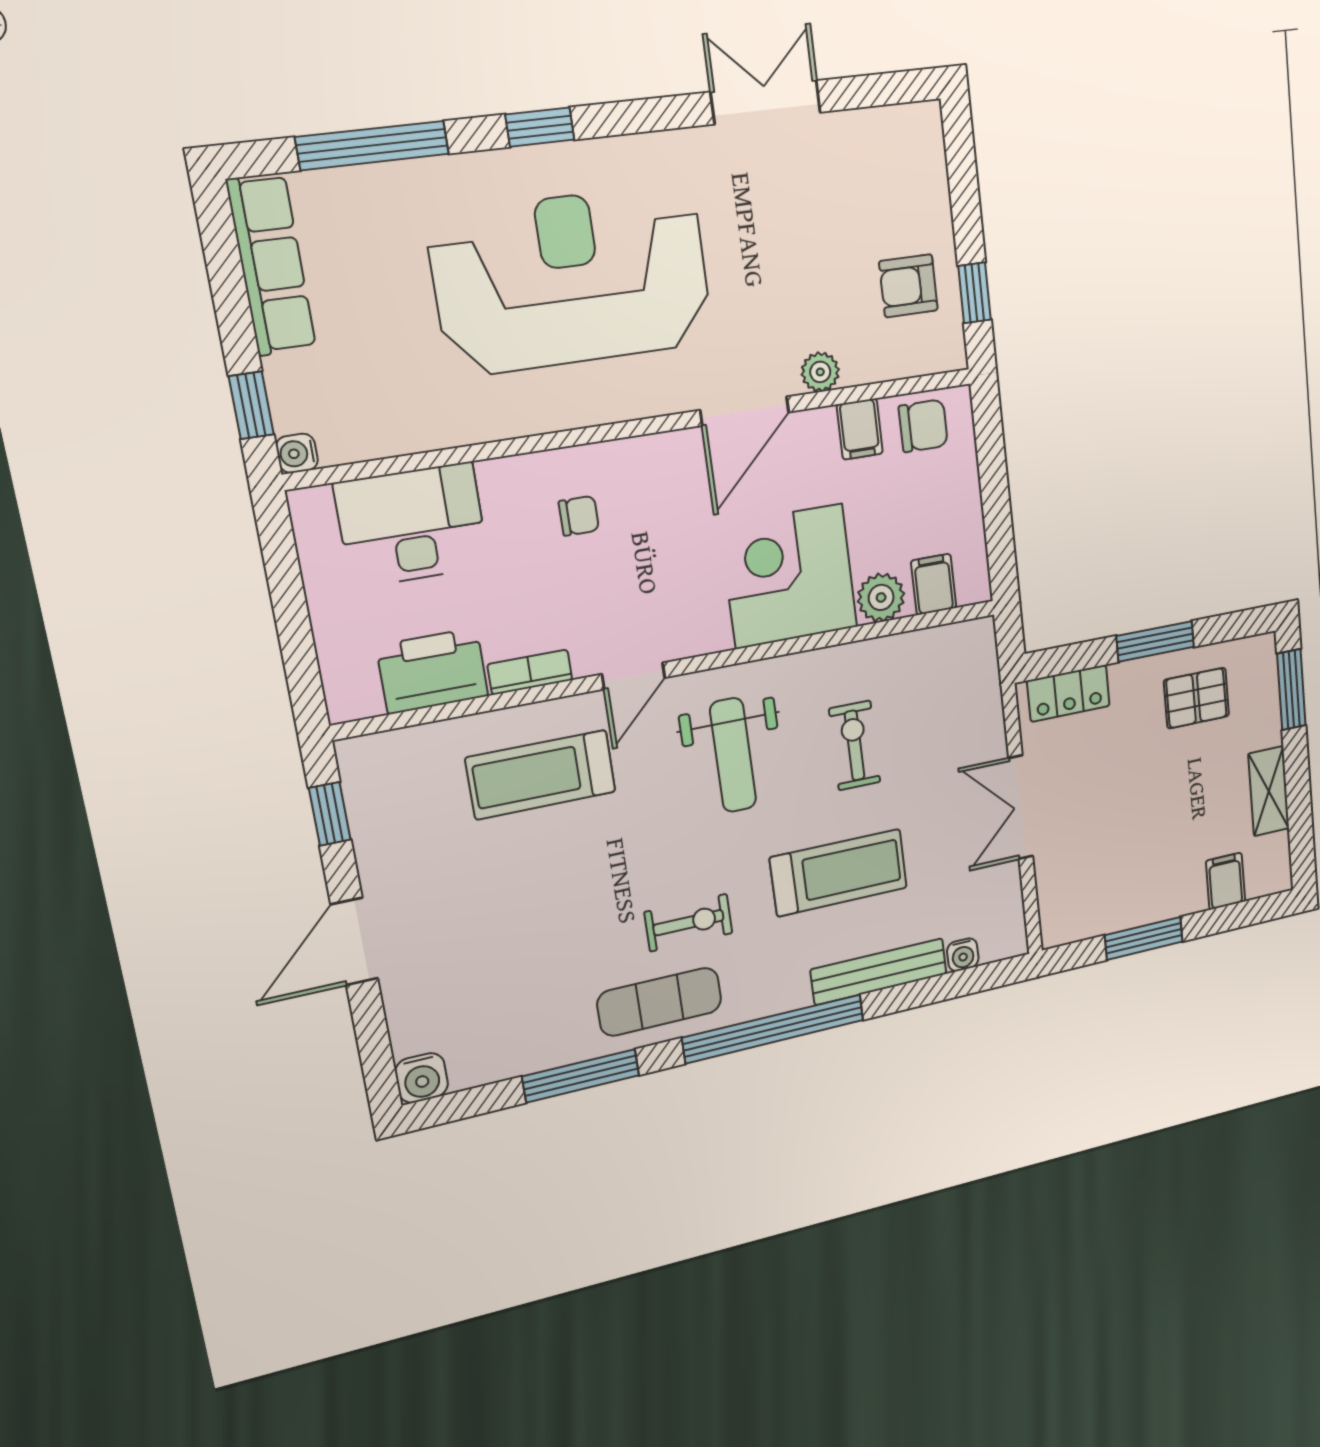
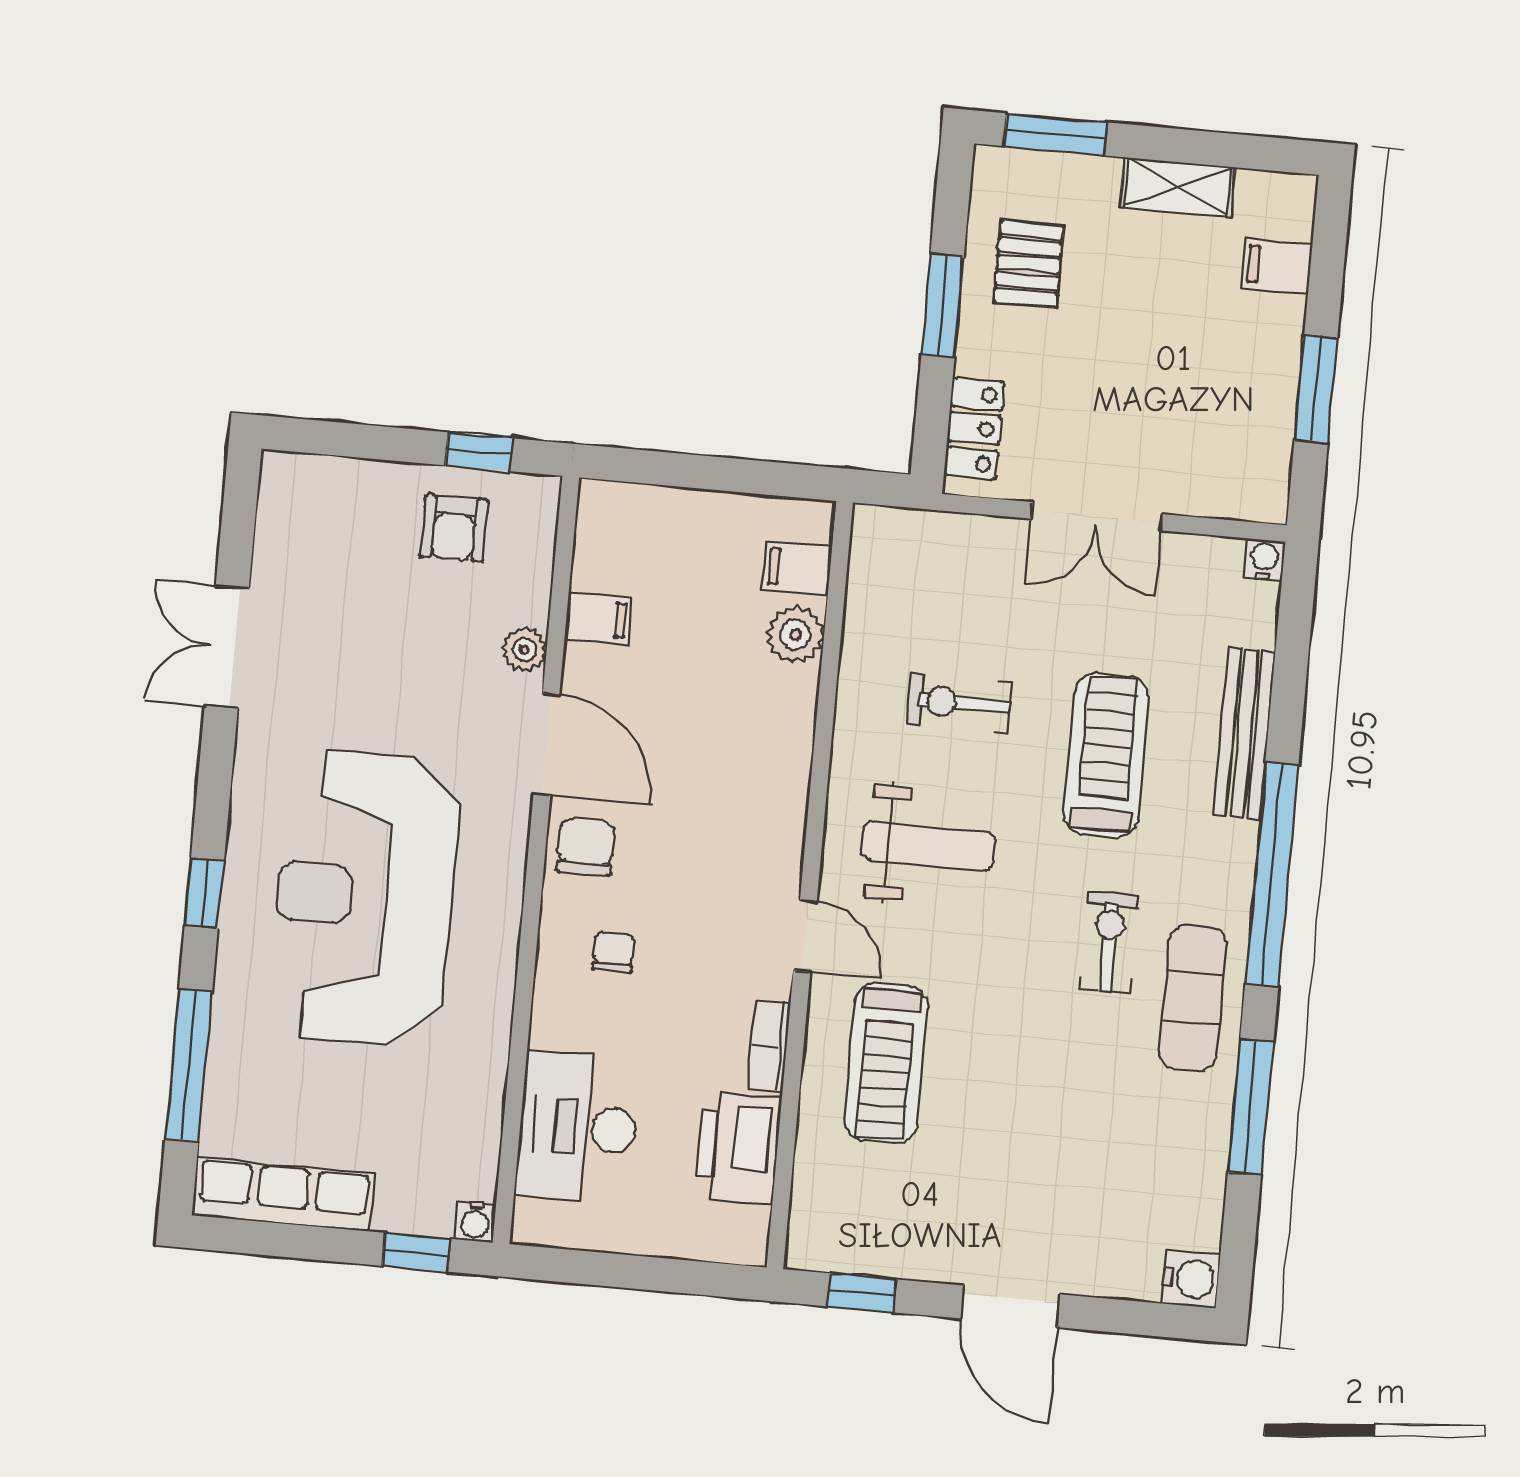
chair: (923, 426) -> (586, 847), moved
corner desk: (789, 576) -> (742, 736), removed
water cooler: (963, 955) -> (1264, 559), moved, turned -90

